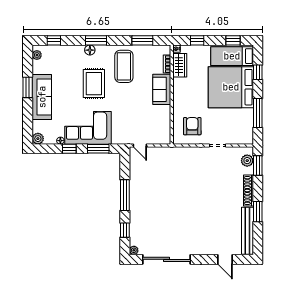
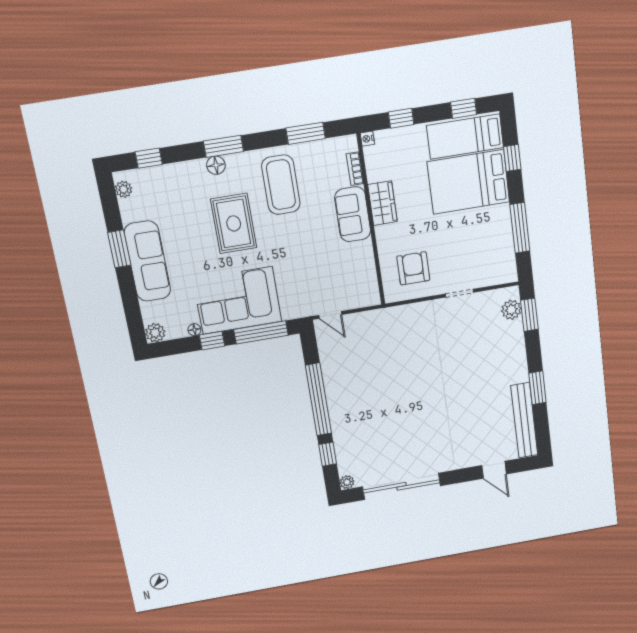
wardrobe: (180, 65) -> (382, 203), moved
bed: (231, 87) -> (468, 182), width x0.73
window: (98, 149) -> (261, 332), width x1.44
shoe rack: (248, 191) -> (519, 357), removed
window: (125, 195) -> (318, 399), width x1.46

